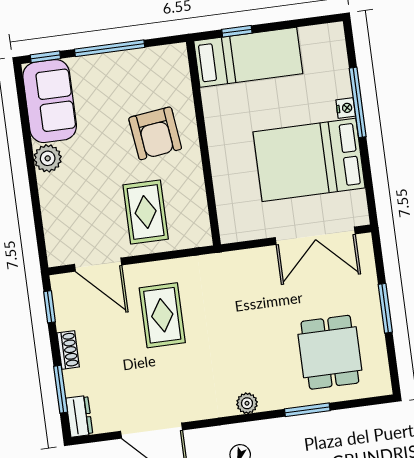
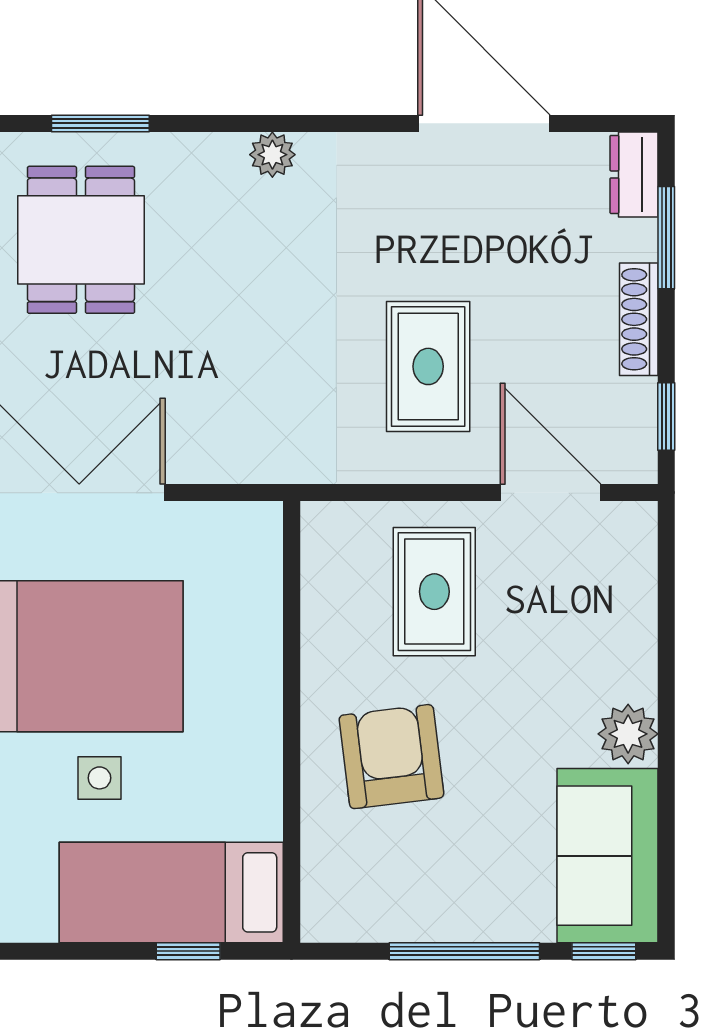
side table: (288, 106) -> (99, 778), added
shoe rack: (68, 350) -> (639, 319), width x1.43
window: (307, 410) -> (100, 123), moved

